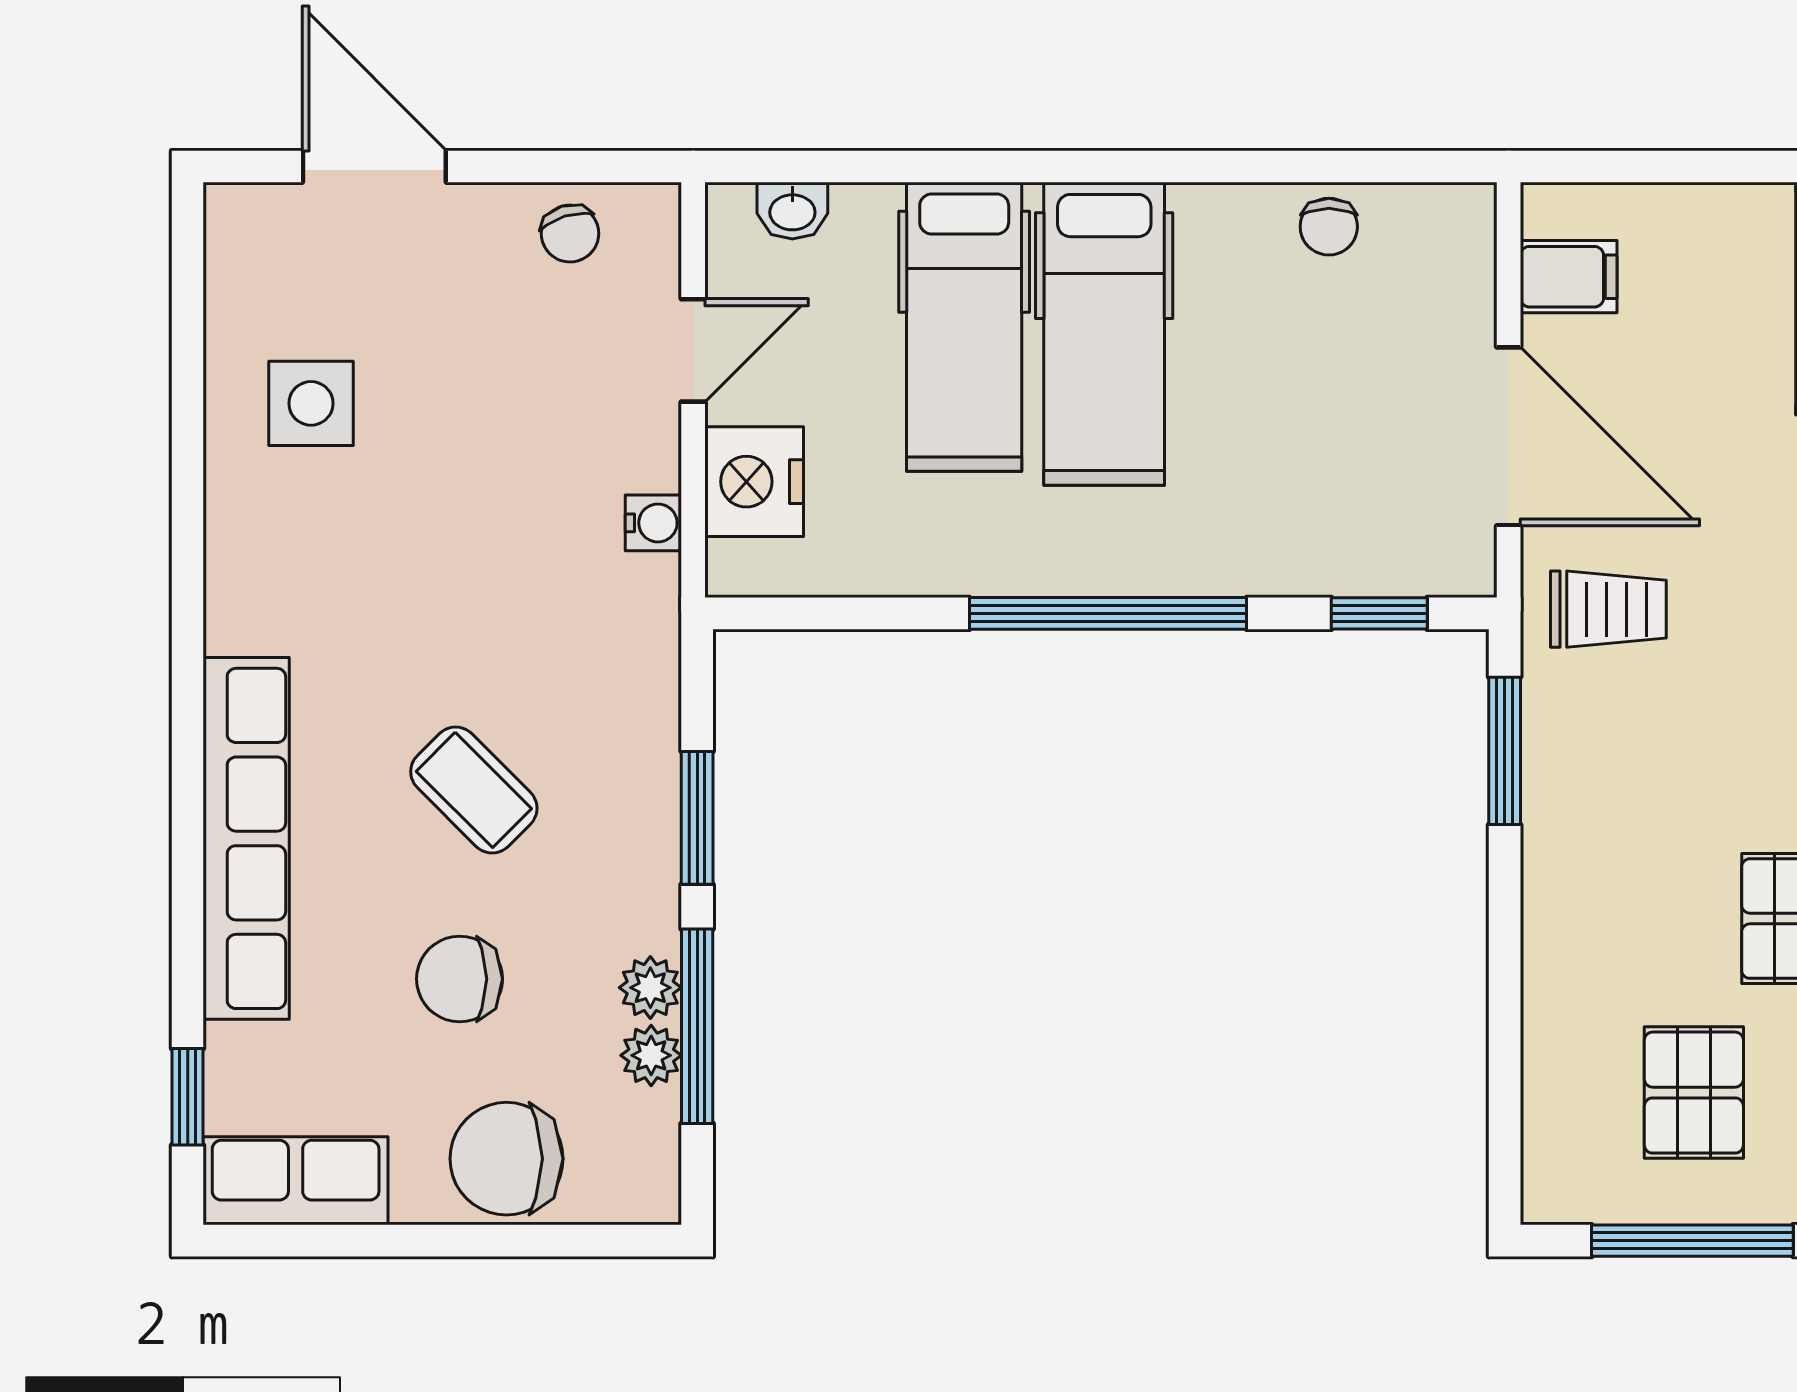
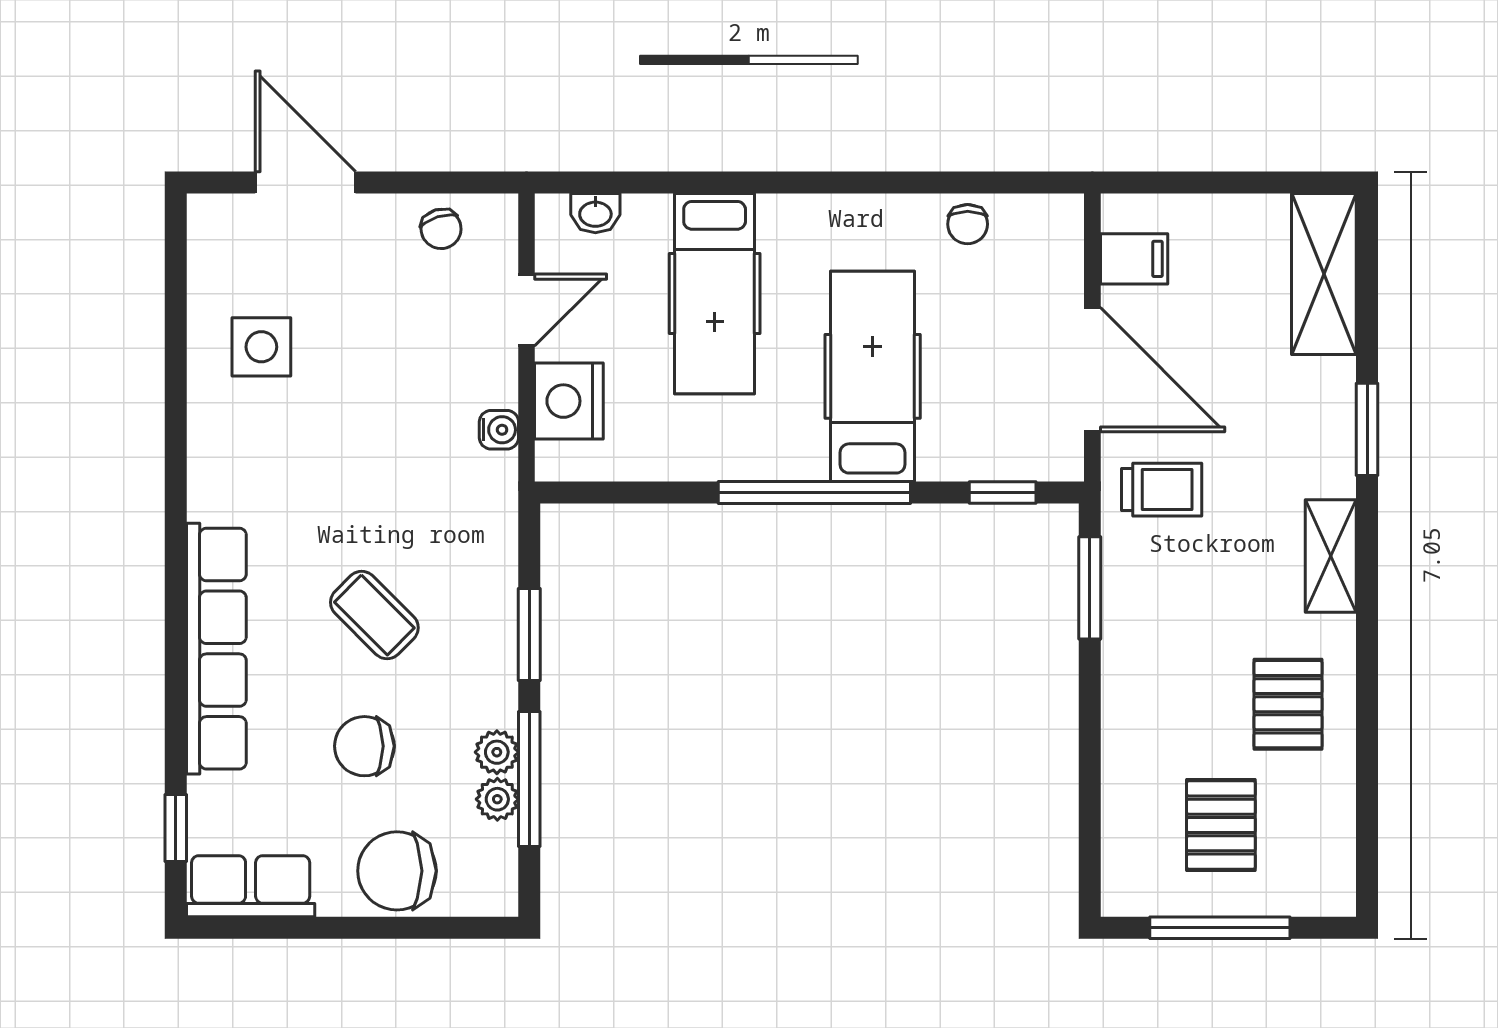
hospital bed: (1104, 334) -> (873, 376), moved, turned 180

